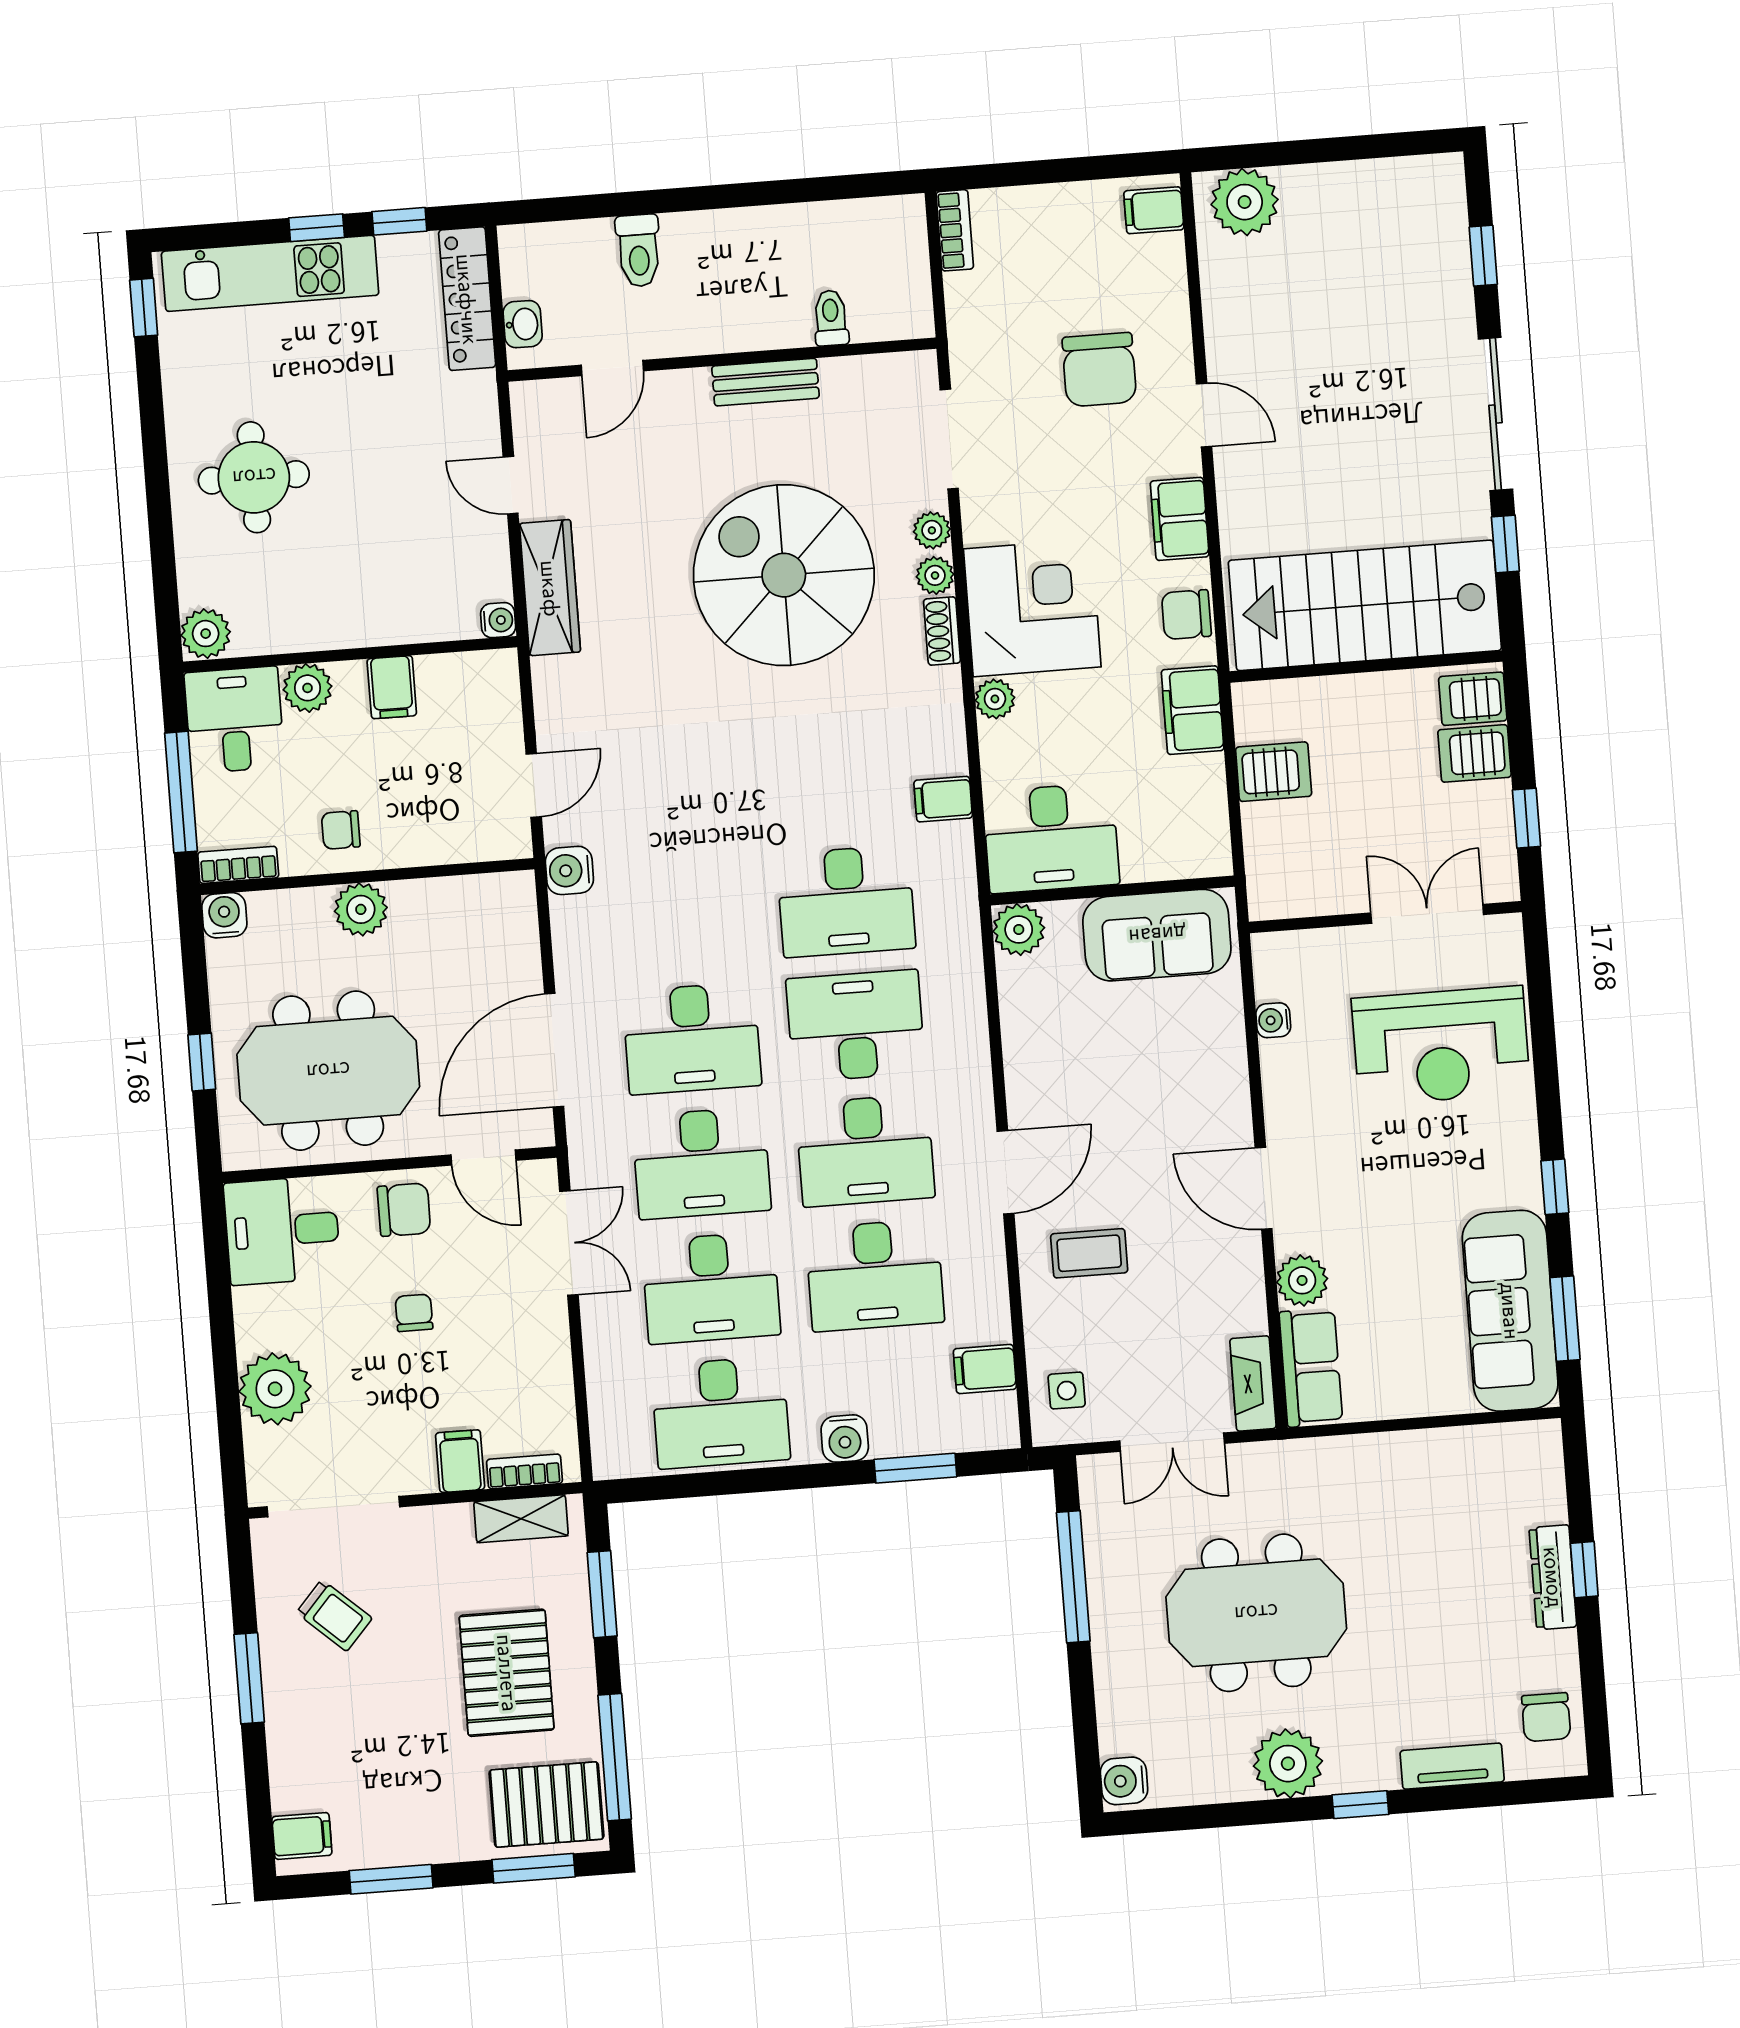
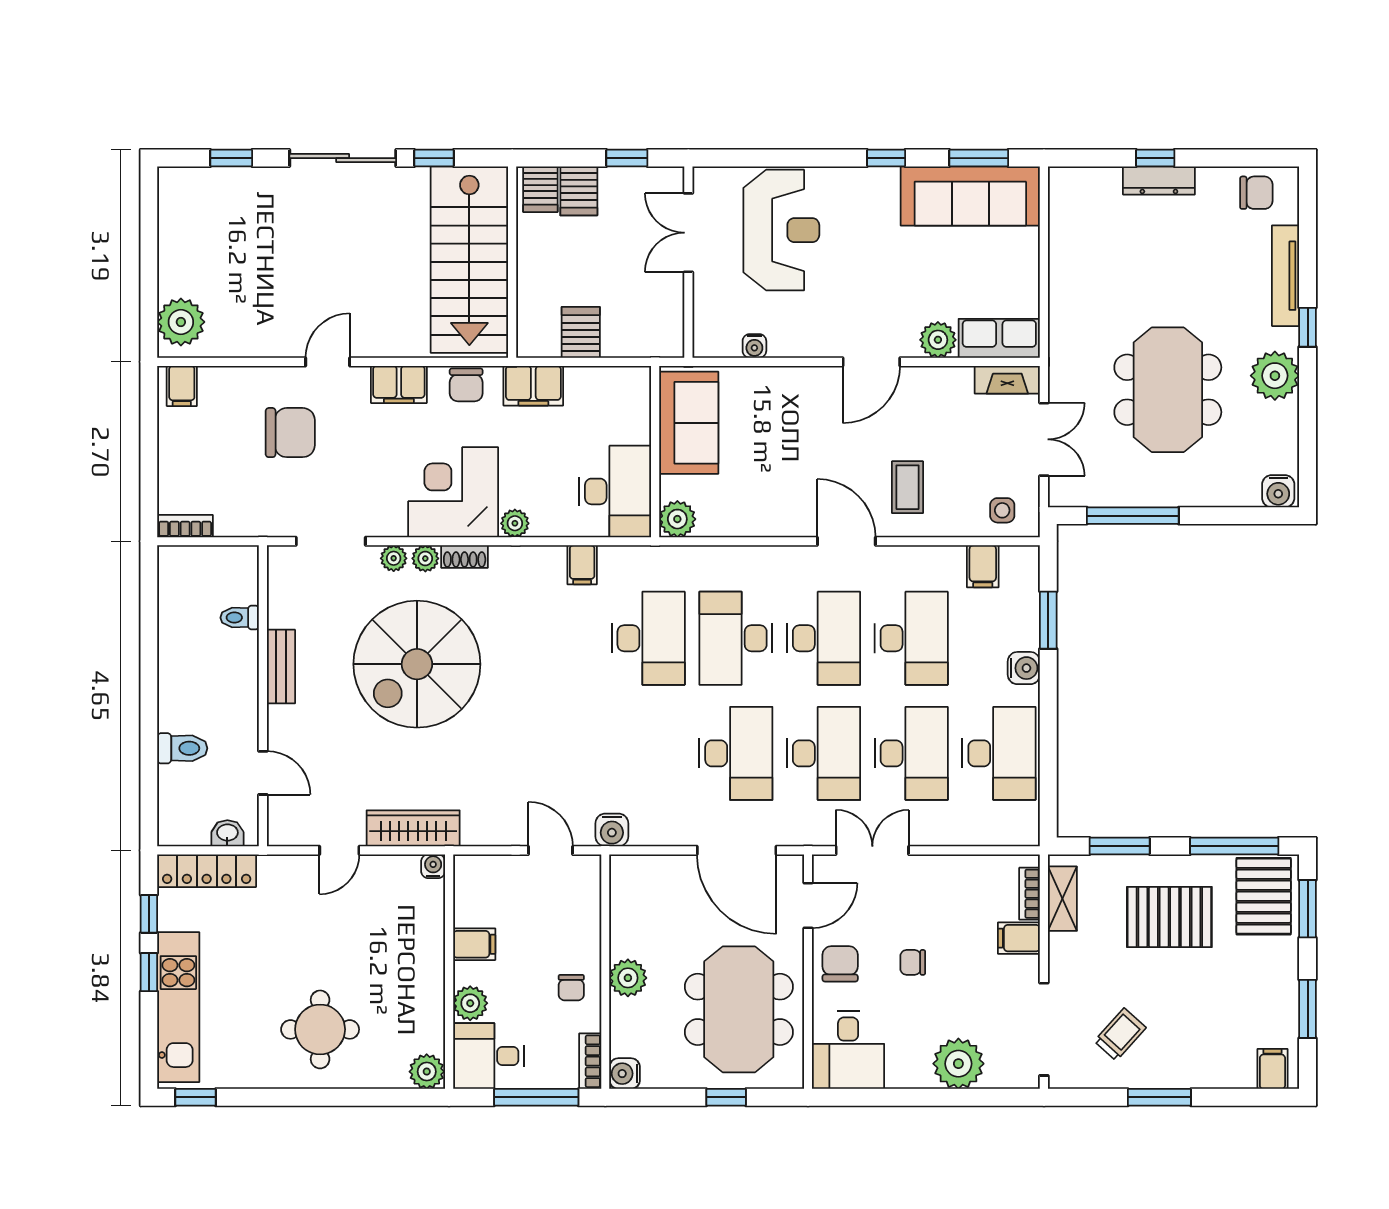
tv unit: (1452, 1766) -> (1286, 276), width x1.41

